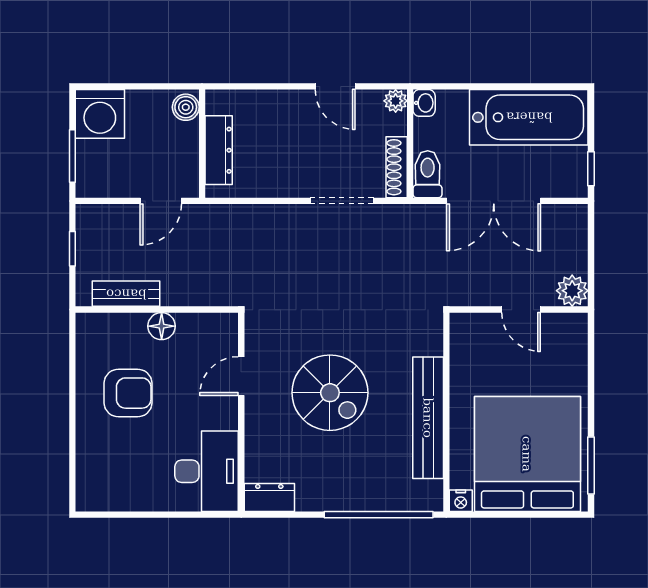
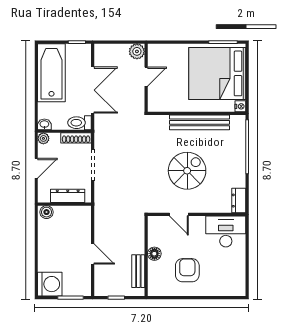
boiler: (186, 107) -> (46, 212), moved
wall: (202, 144) -> (64, 204), moved
dresser: (219, 150) -> (68, 196), moved

